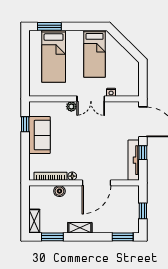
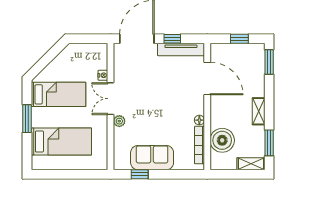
window: (49, 26) -> (27, 119), moved
double door: (91, 99) -> (111, 99), swing flipped
door: (97, 183) -> (207, 78), moved
boiler: (59, 191) -> (222, 140), width x1.86, depth x1.86

